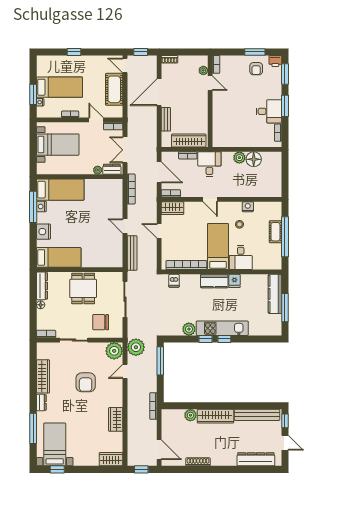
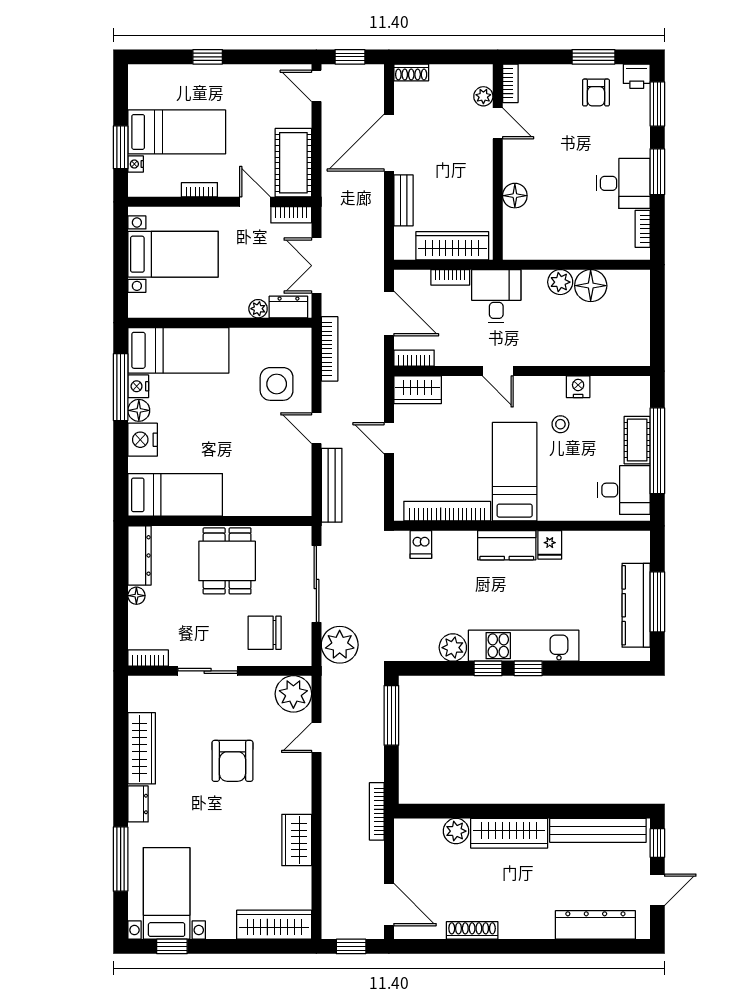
cot: (114, 89) -> (293, 163), moved
floor lamp: (218, 117) -> (515, 196), added
side table: (106, 205) -> (277, 384), added
floor lamp: (42, 218) -> (139, 410), added
desk: (241, 257) -> (624, 490), moved, turned -90
kitchen counter: (275, 294) -> (636, 605), moved
plant: (136, 347) -> (340, 645), moved
door: (285, 443) -> (657, 890), hinge flipped
wardrobe: (111, 459) -> (274, 925), width x1.50

